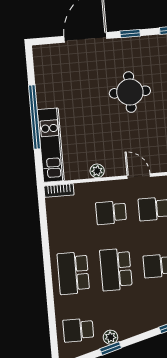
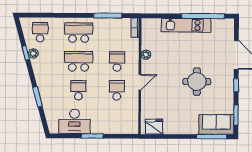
window: (35, 117) -> (203, 16), moved
kitchen unit: (51, 145) -> (186, 25), moved
window: (44, 232) -> (108, 16), added

